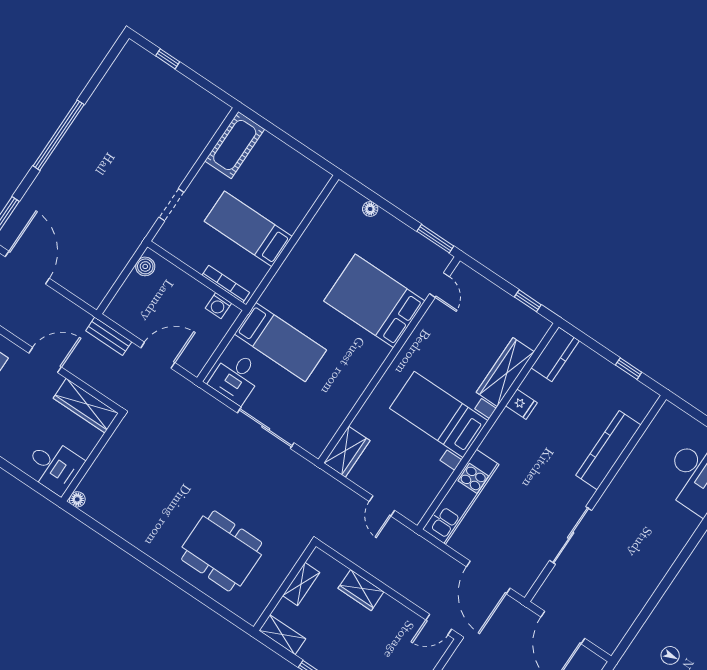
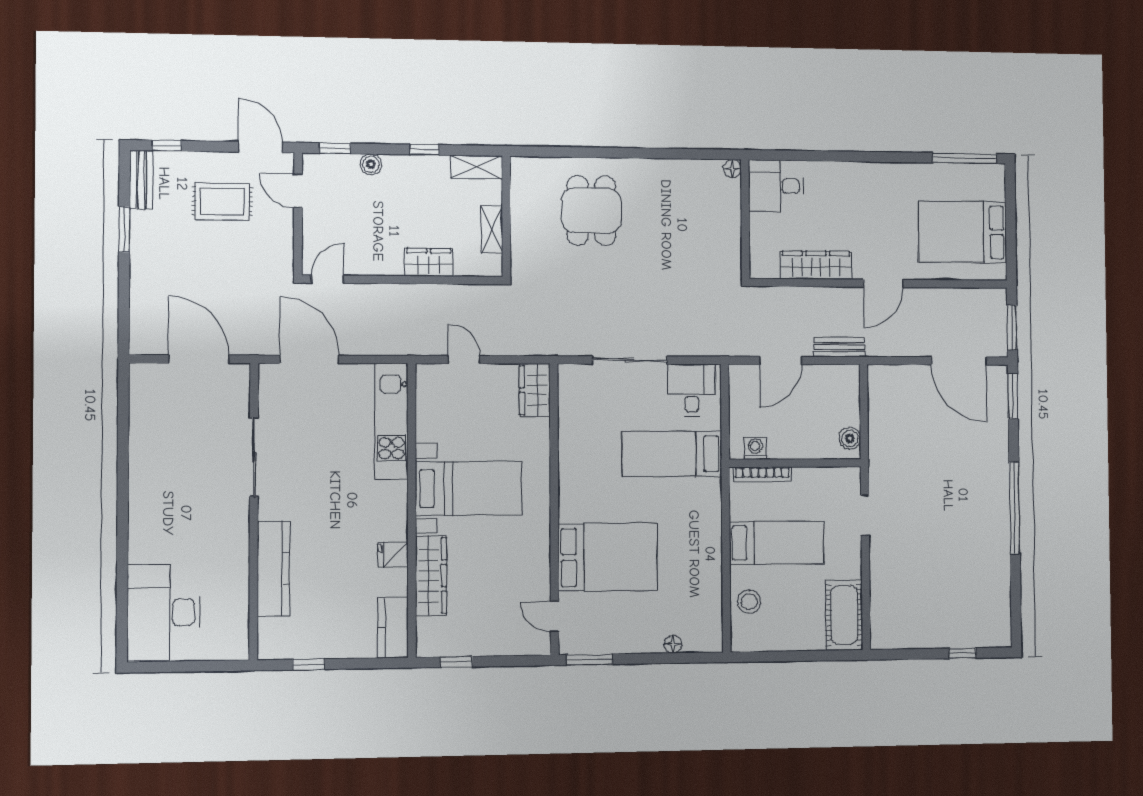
stool: (296, 201) -> (749, 602), added
wall: (92, 457) -> (745, 219), moved
desk: (54, 466) -> (776, 186), moved
floor lamp: (77, 499) -> (732, 168), moved
dining table: (222, 551) -> (591, 211), width x0.73

